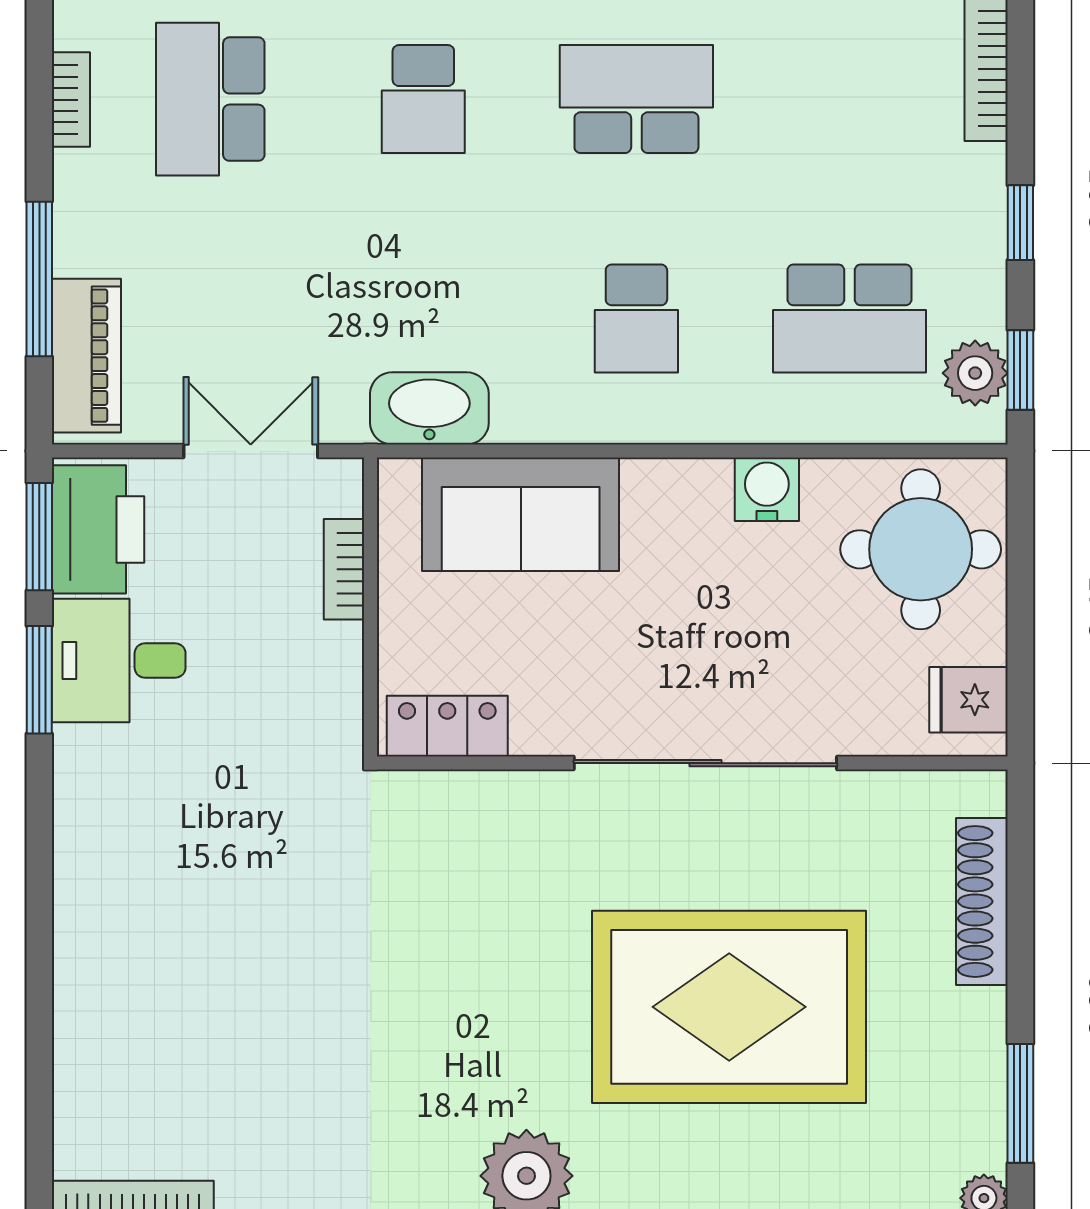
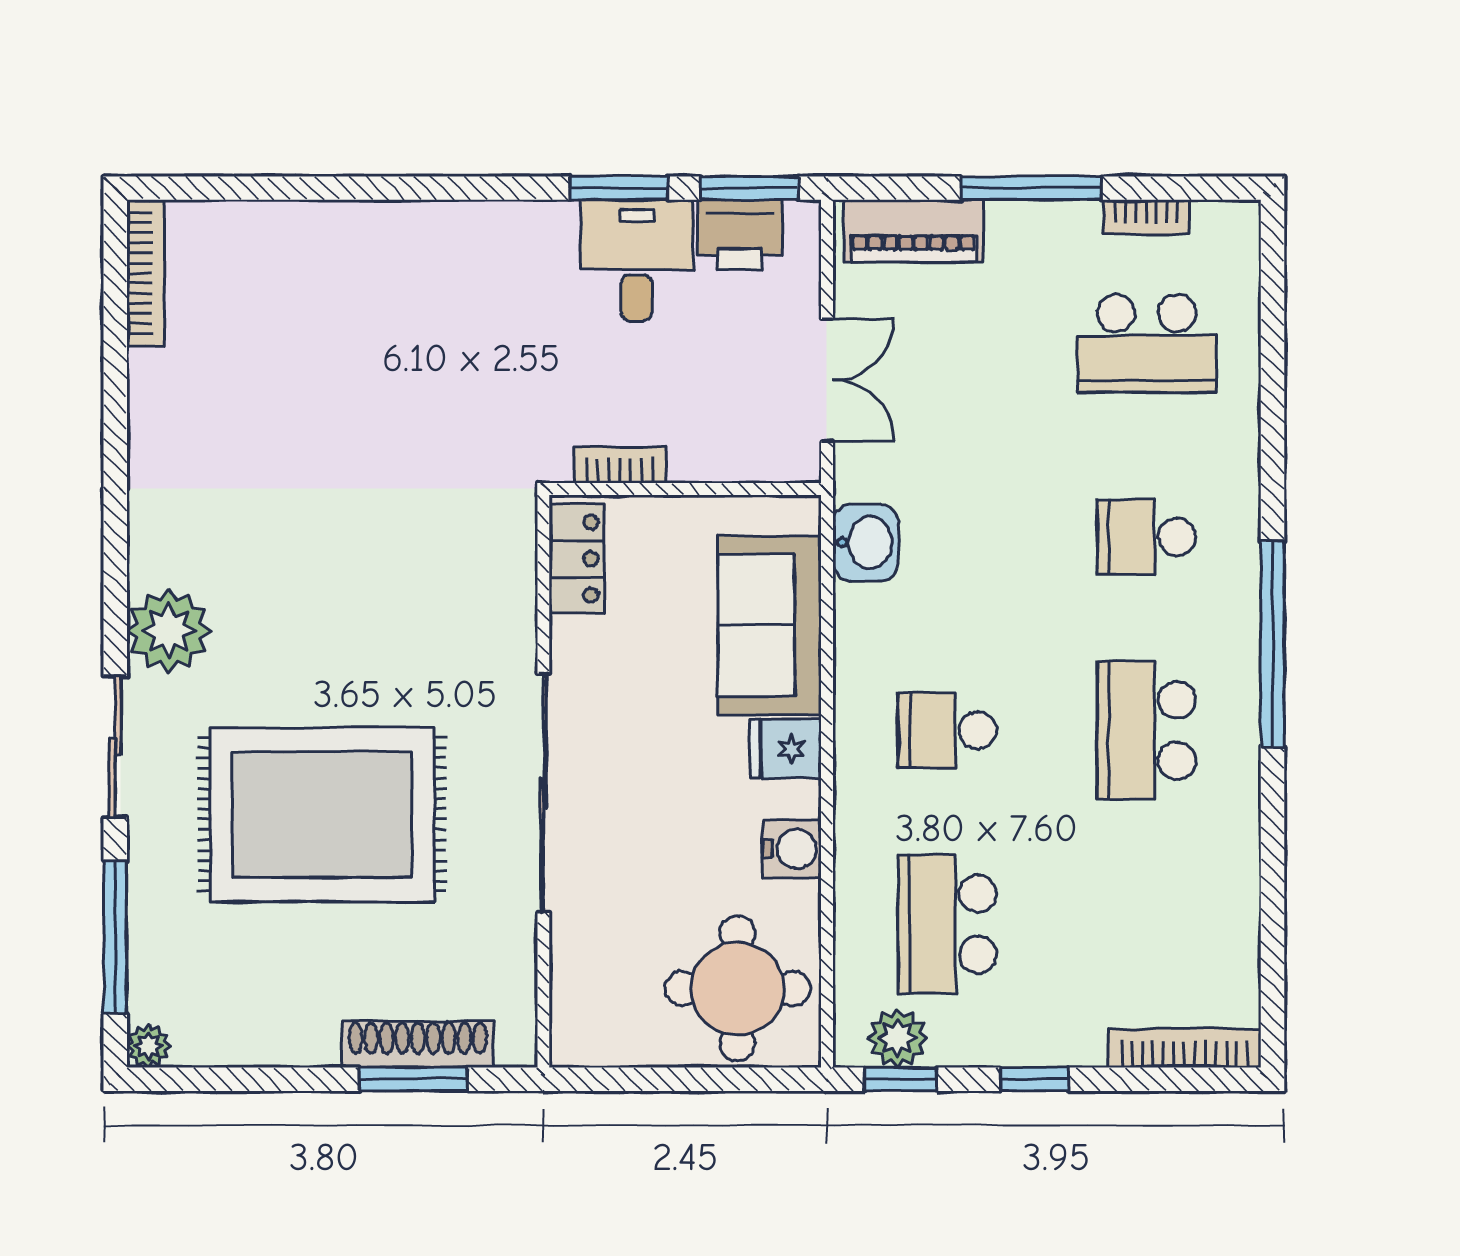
school desk: (210, 99) -> (1146, 343), turned 180
school desk: (636, 99) -> (1146, 730), turned 180
window: (39, 279) -> (1031, 188), moved
washbasin: (429, 408) -> (866, 542), width x0.72
printer: (98, 529) -> (740, 235), width x0.73, depth x0.84
bookcase: (344, 569) -> (620, 465), moved
fridge: (969, 700) -> (786, 749), moved, turned -90
rug: (729, 1007) -> (322, 815), turned 90
window: (1020, 1103) -> (413, 1079), moved

